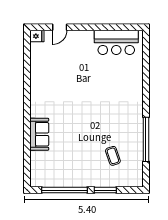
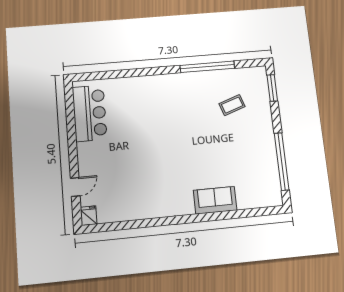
door: (60, 27) -> (75, 187), hinge flipped
window: (105, 190) -> (272, 88), moved

